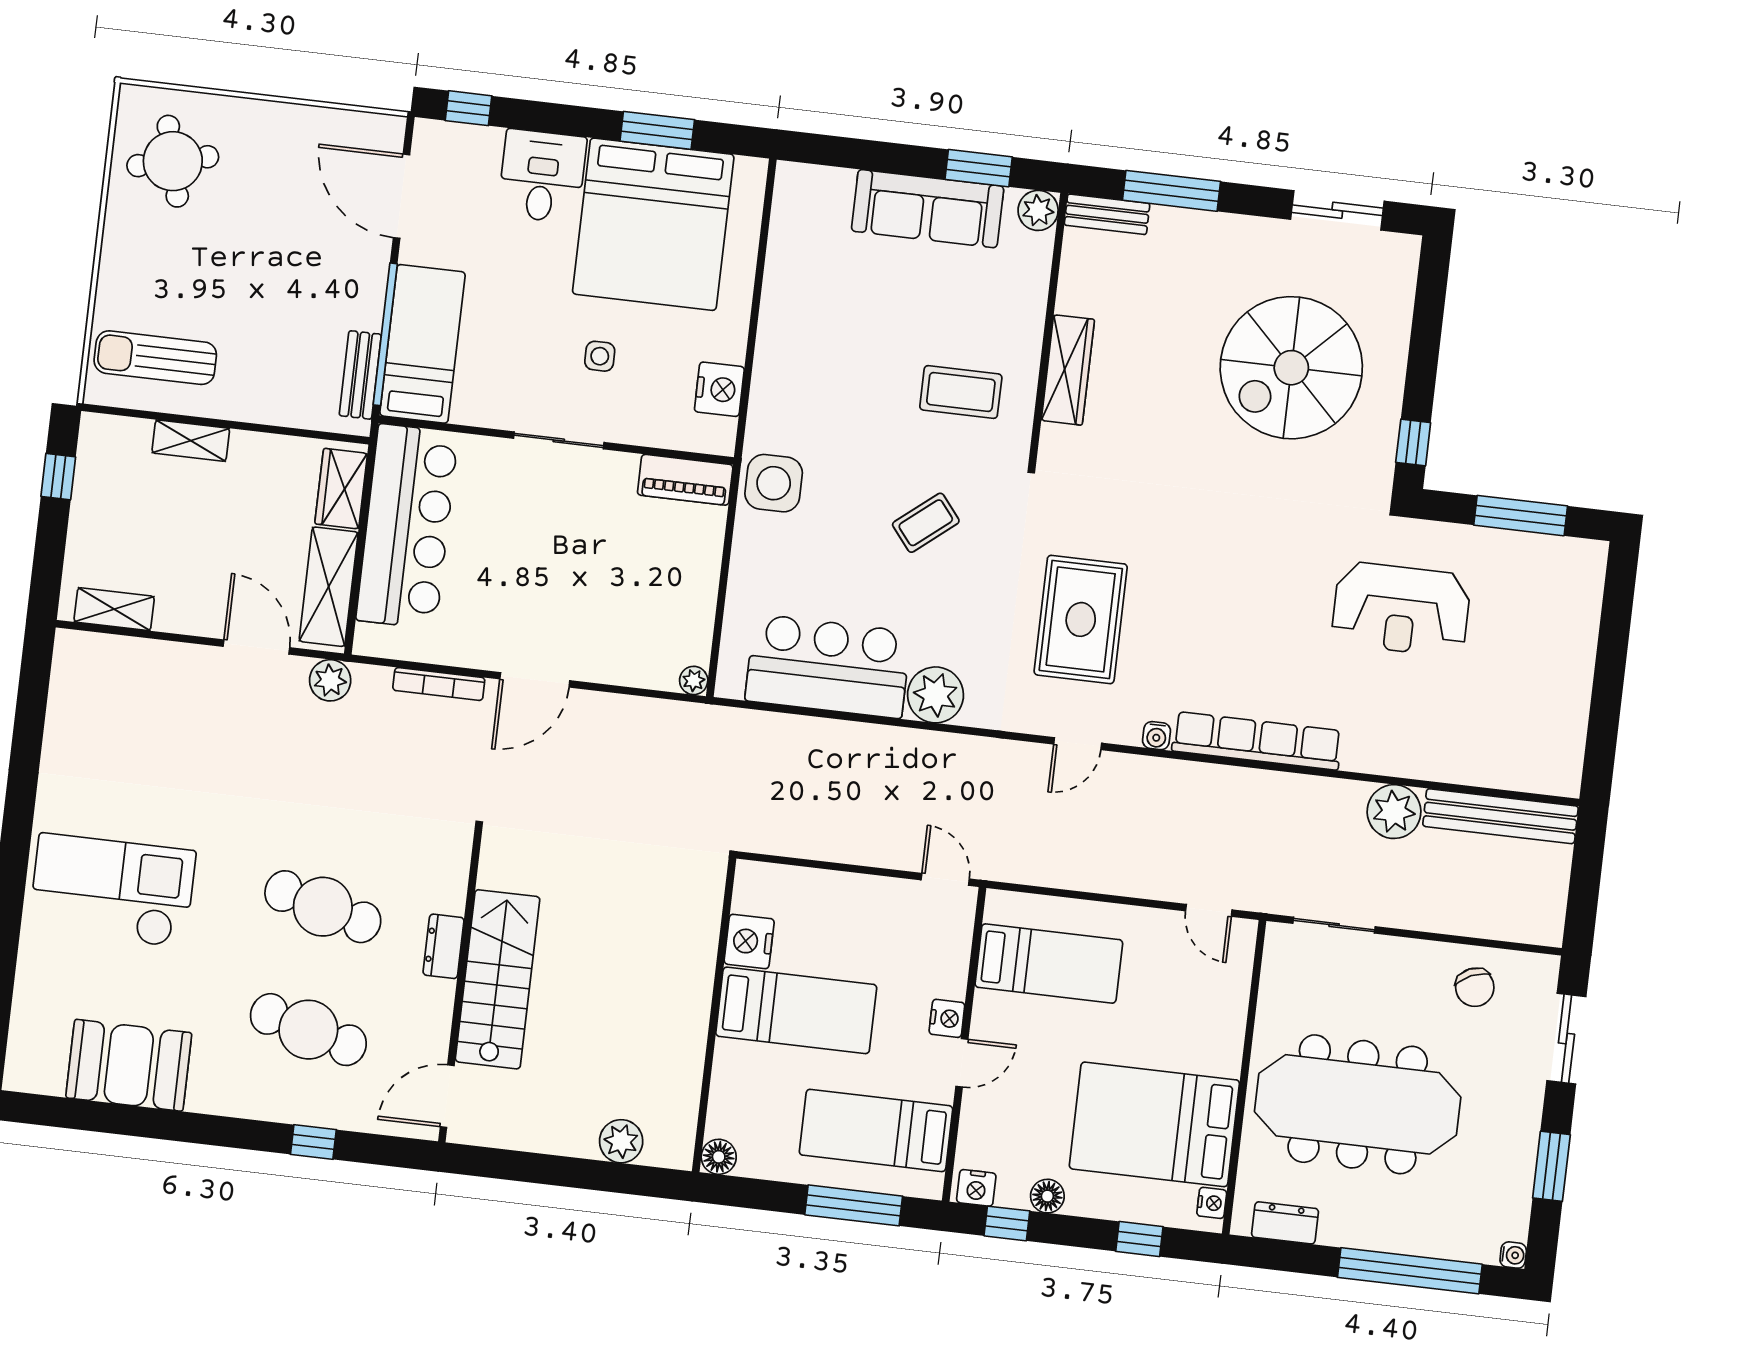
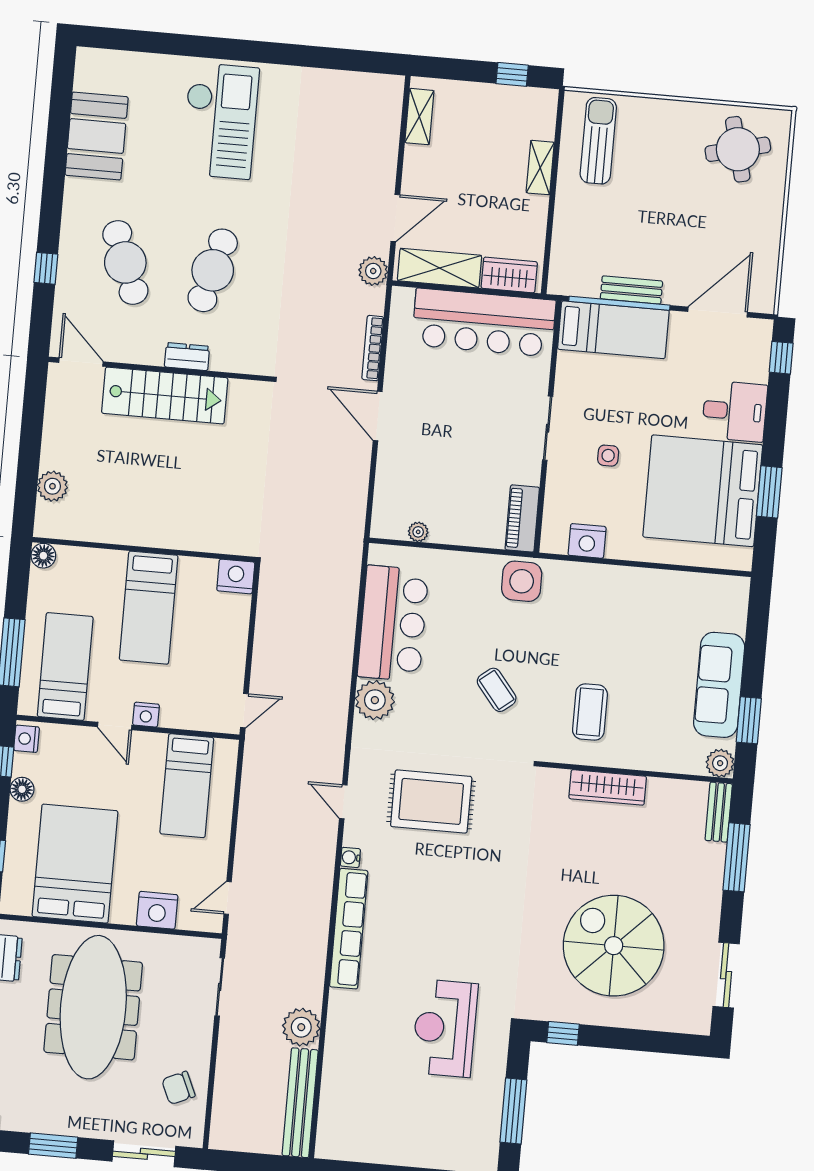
bench: (360, 375) -> (631, 290), moved
plant: (694, 680) -> (418, 532), moved
nightstand: (749, 941) -> (236, 576), moved
cafe table: (308, 1030) -> (125, 262), turned -36
nightstand: (1212, 1203) -> (157, 910), moved, width x1.89, depth x1.79

